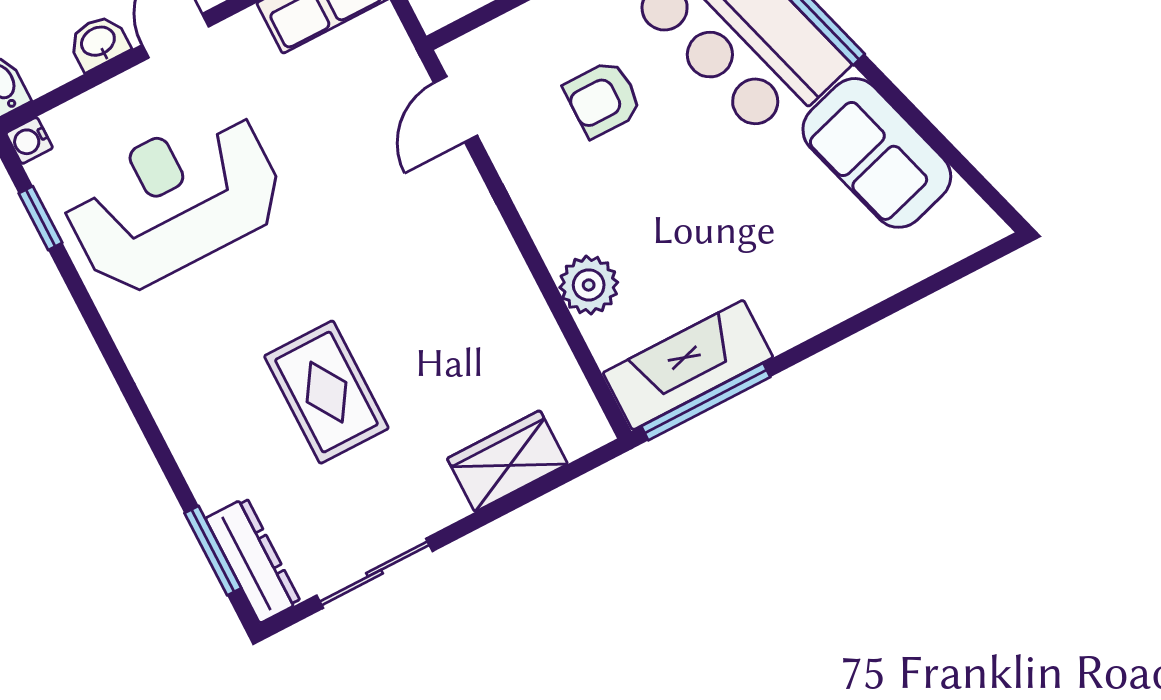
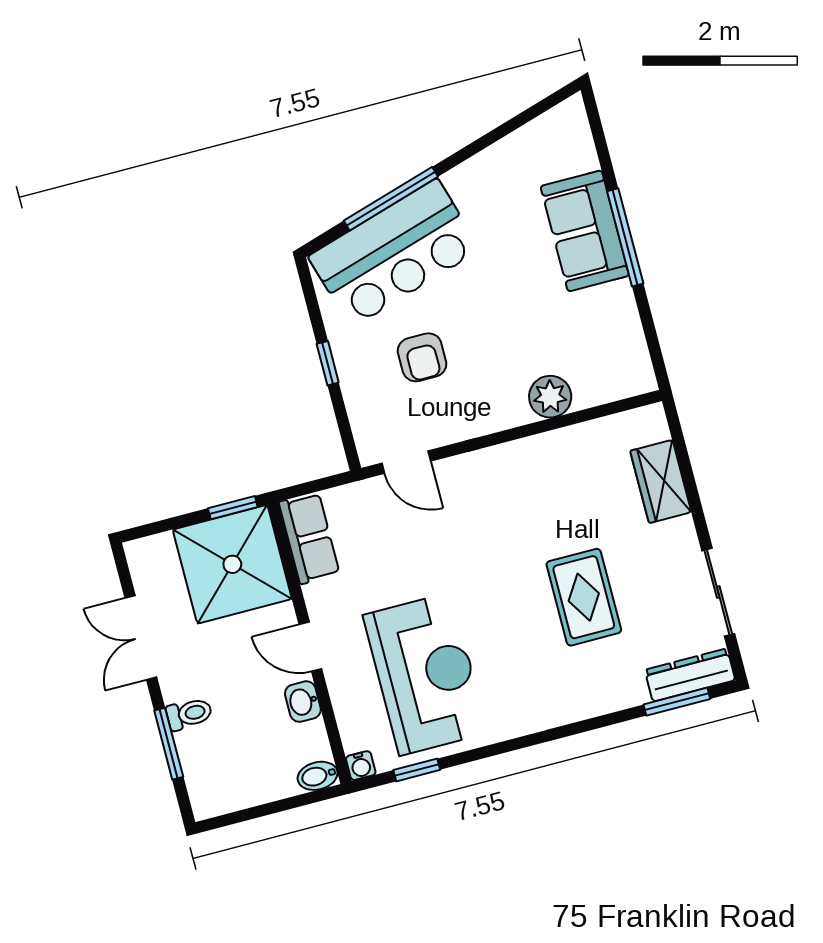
sofa: (877, 153) -> (585, 231), moved, turned 107
reception desk: (174, 200) -> (425, 674), turned 180
fireplace: (688, 365) -> (622, 340), removed
rug: (326, 392) -> (584, 597), turned 90
window: (706, 402) -> (625, 237), moved

